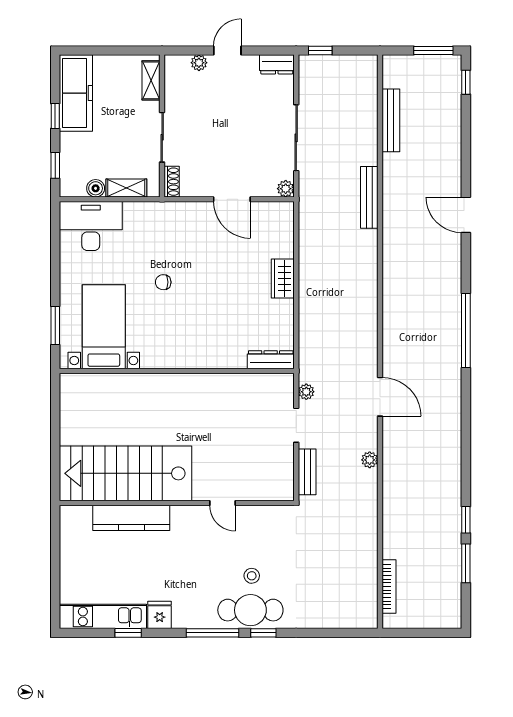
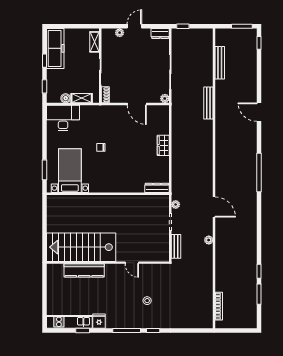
cafe table: (250, 610) -> (146, 319), removed

